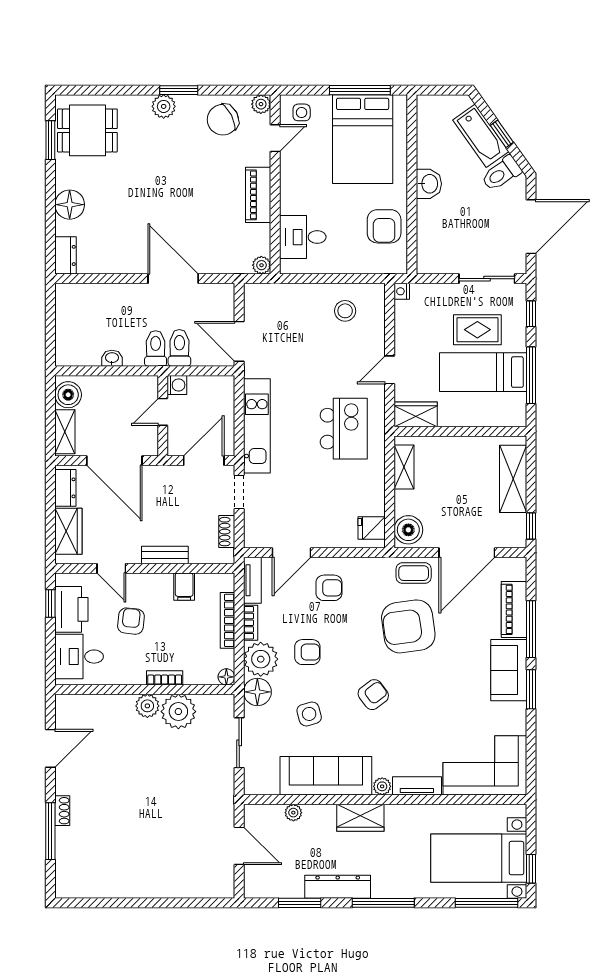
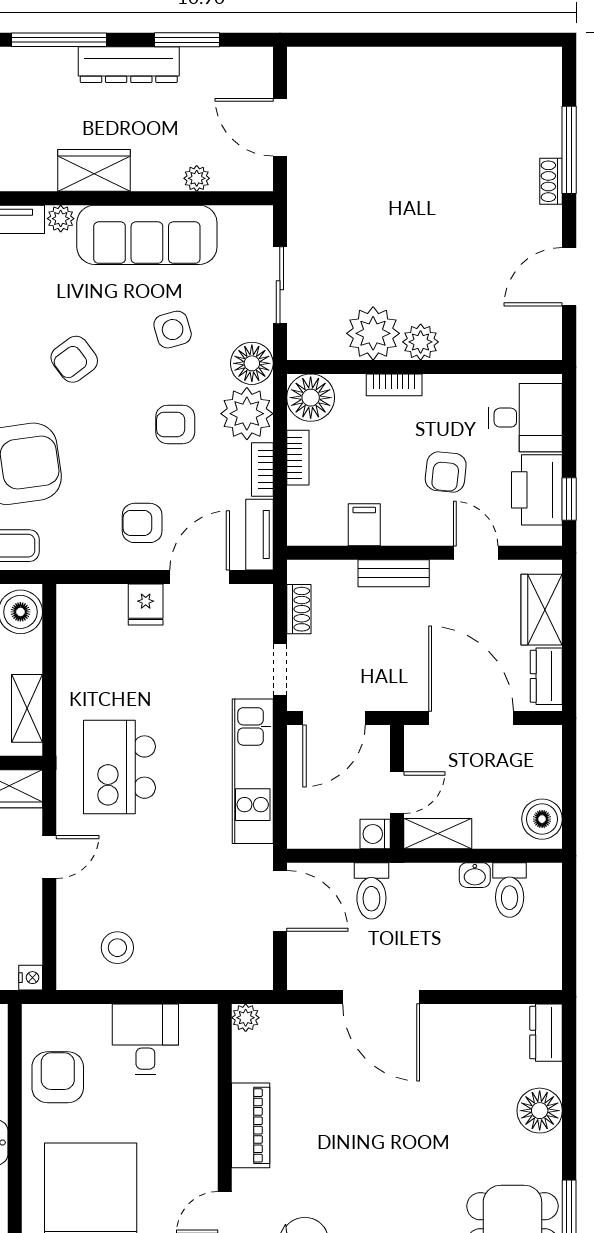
desk: (303, 237) -> (145, 1039), moved, turned -90
toilet: (156, 348) -> (510, 890), moved
shelving: (65, 432) -> (438, 834), moved, turned 90
fridge: (372, 528) -> (146, 604), moved, turned 90
bookcase: (227, 620) -> (298, 458), width x0.64
floor lamp: (226, 677) -> (311, 398), width x1.89, depth x1.89

